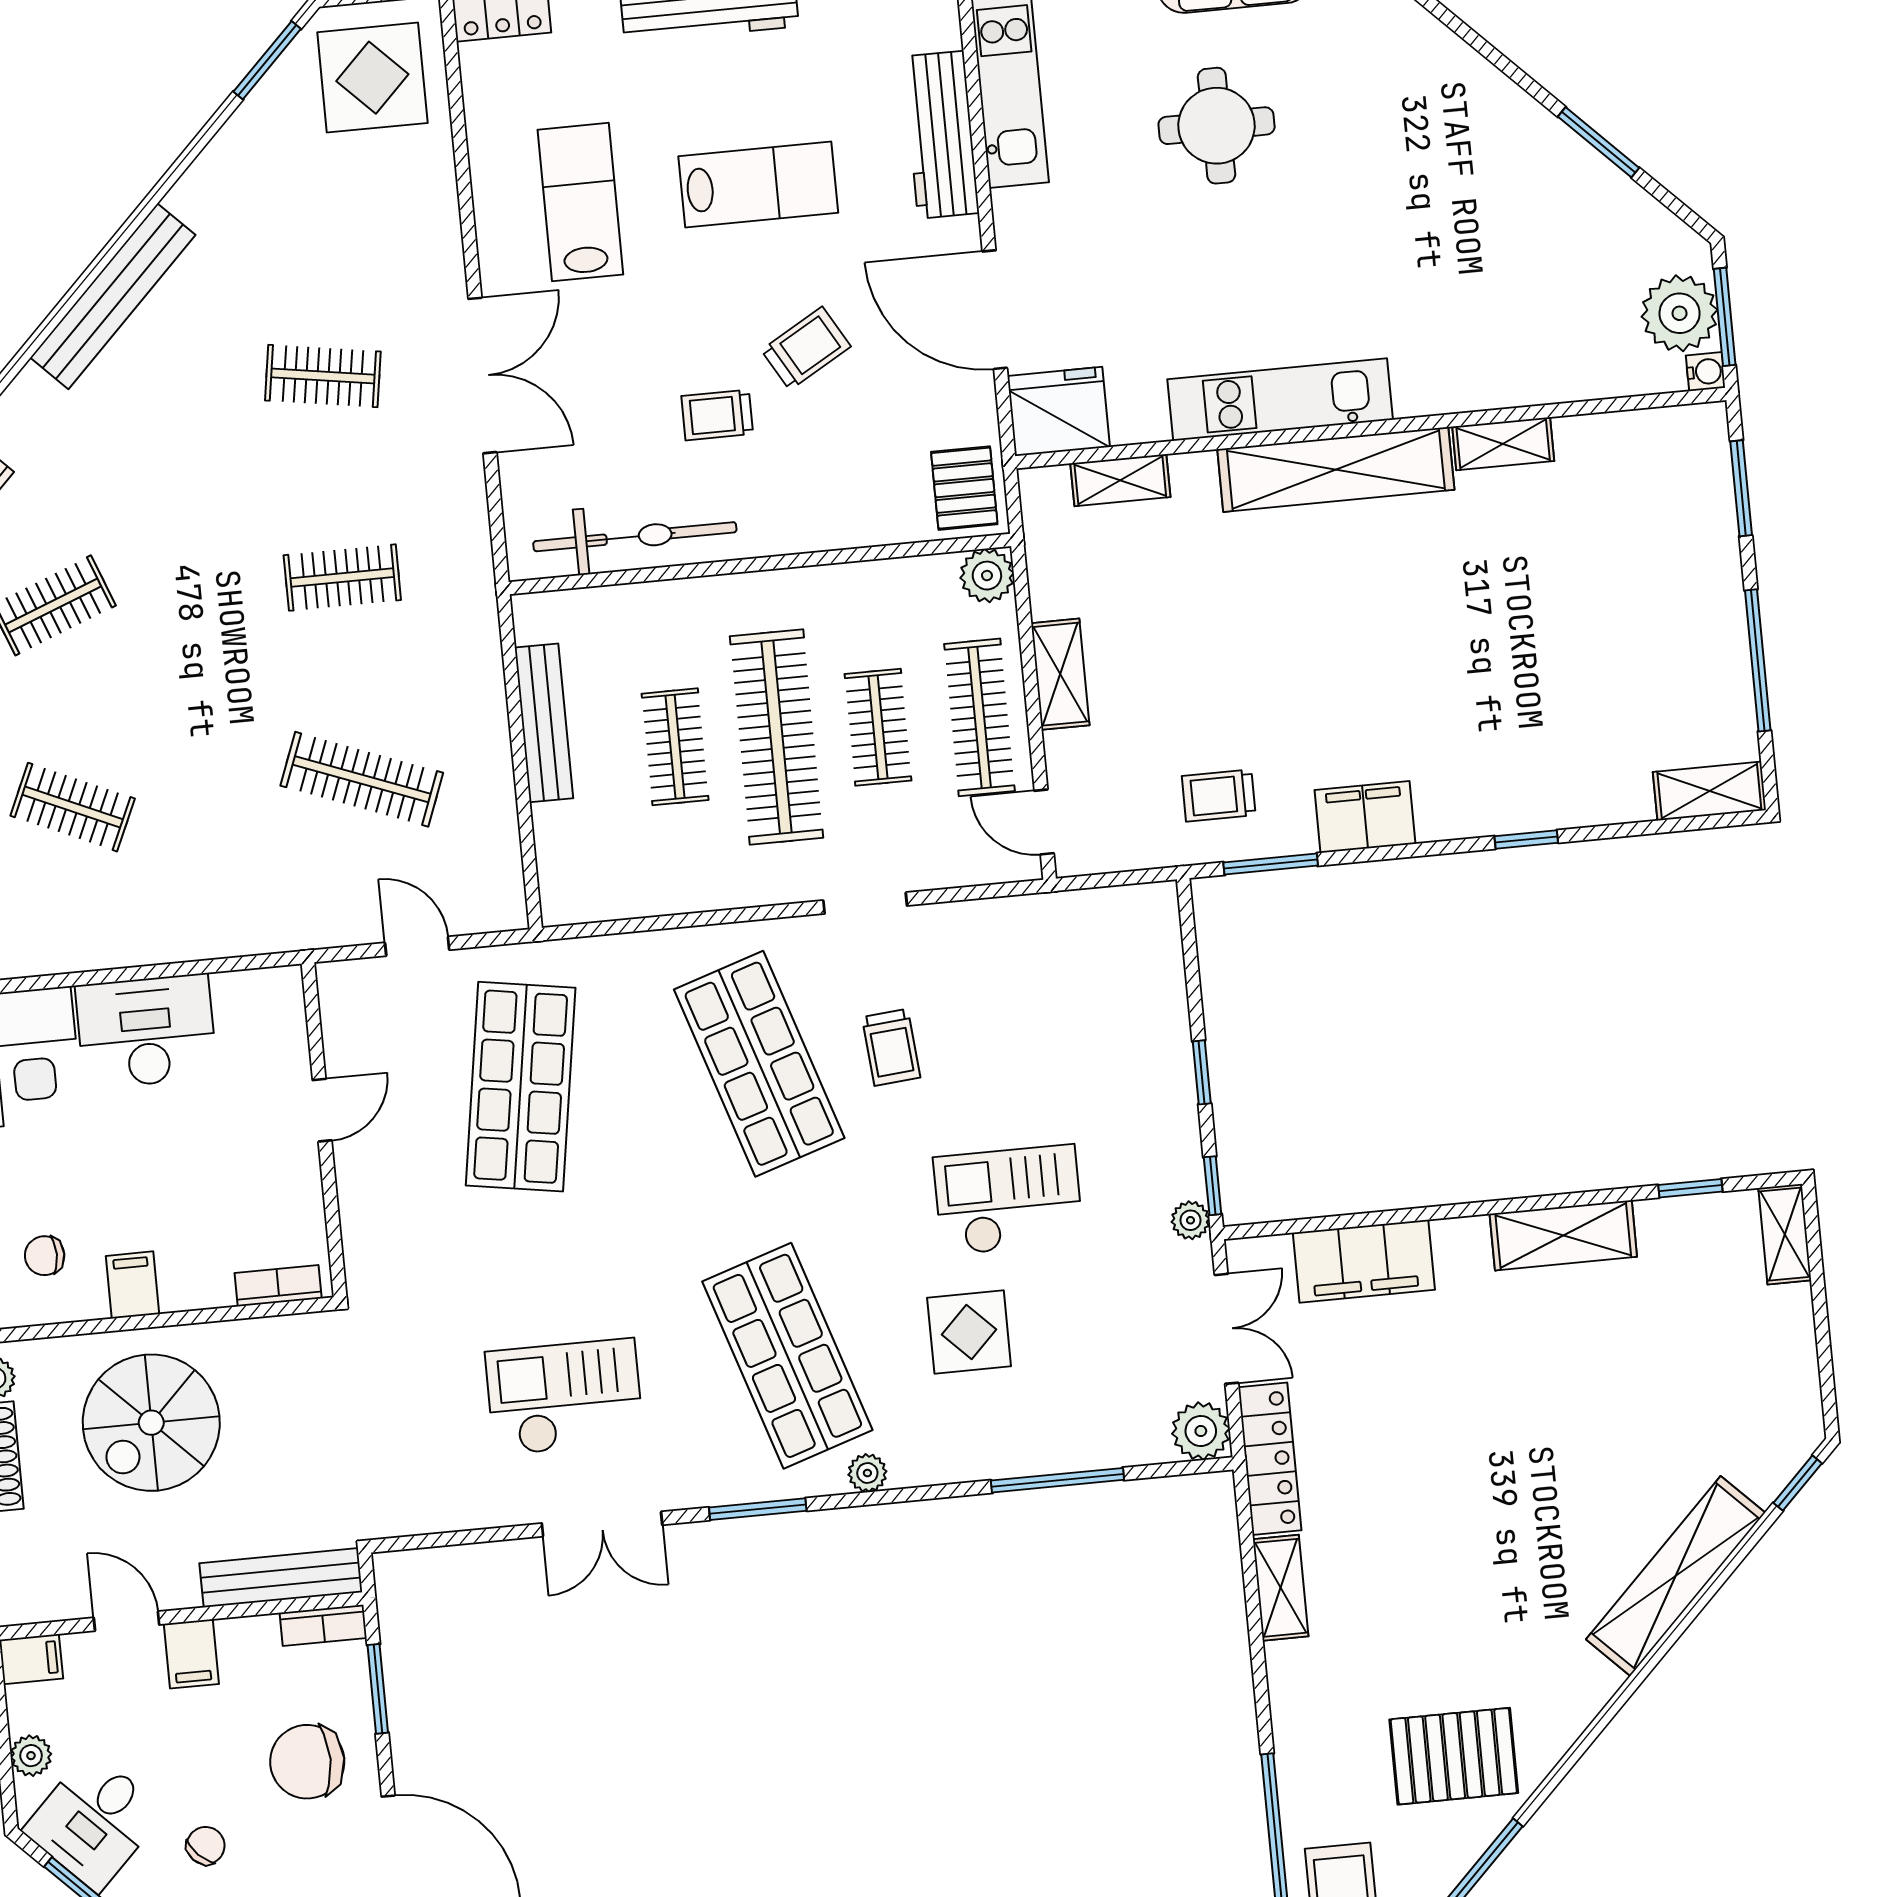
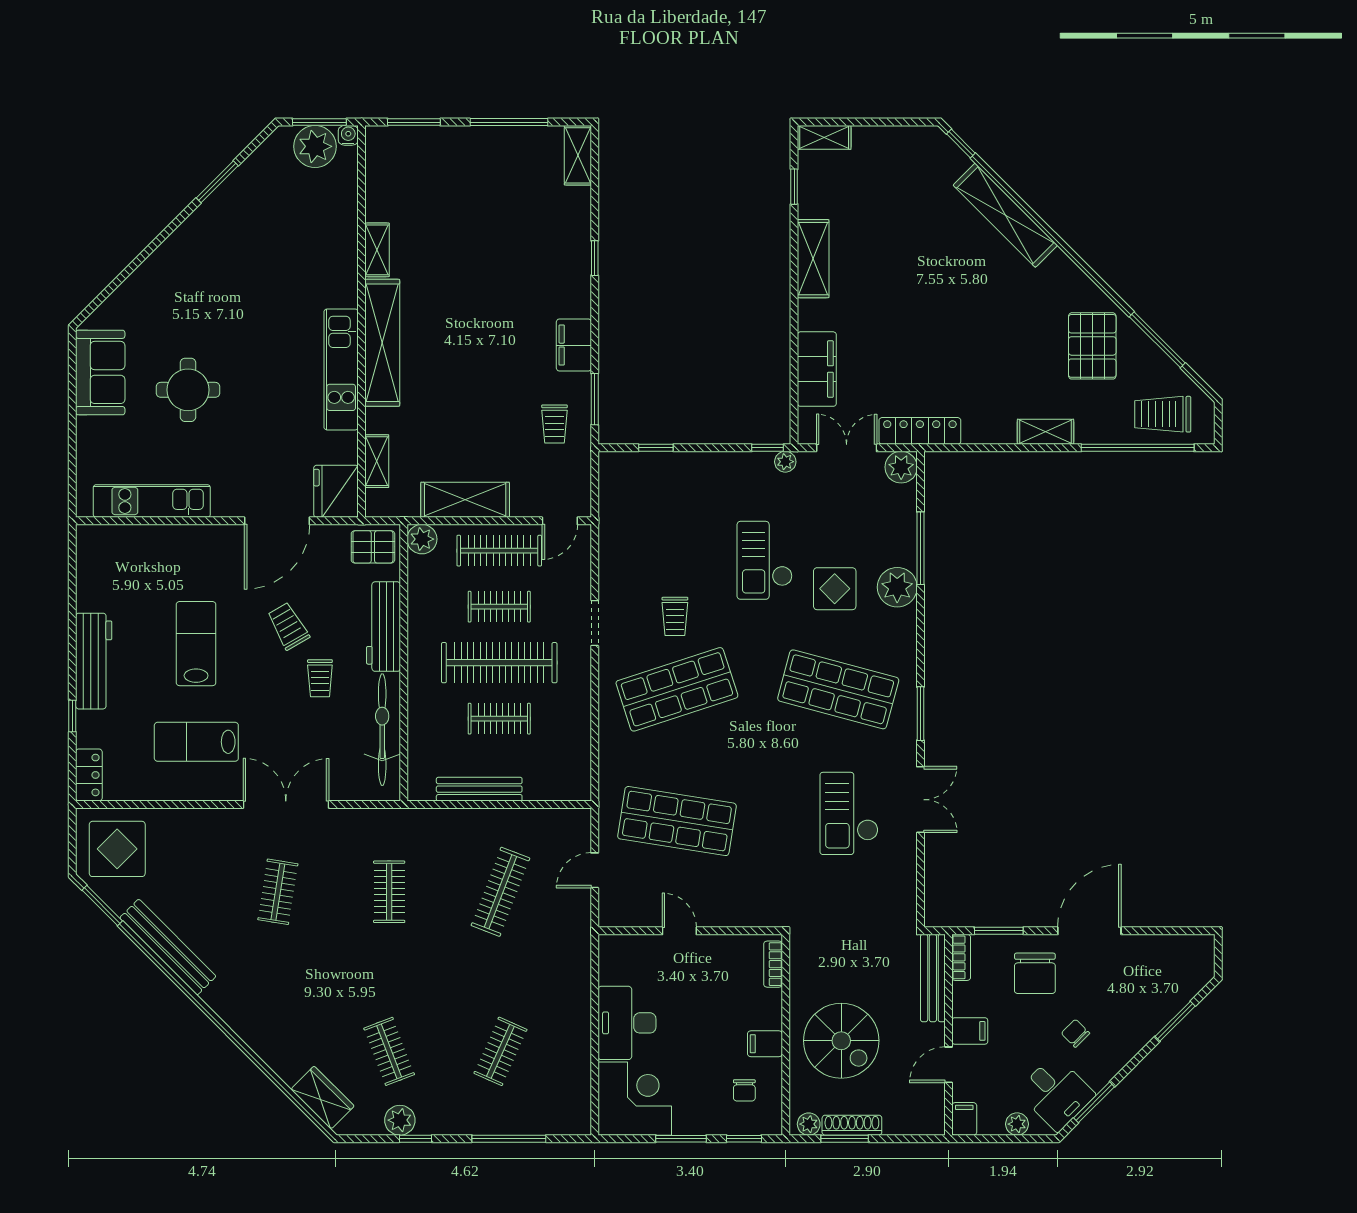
workbench: (941, 135) -> (383, 627), moved, turned 90
bench: (113, 296) -> (168, 947), moved
shelving: (1060, 674) -> (465, 500), width x1.50, depth x1.33
trolley: (891, 1047) -> (675, 616), turned 95
window: (1202, 1072) -> (656, 448), moved
shop shelf: (787, 1356) -> (838, 689), turned 33
plant: (867, 1473) -> (897, 587), moved, width x1.87, depth x1.87
shelving: (1281, 1588) -> (1046, 432), moved

